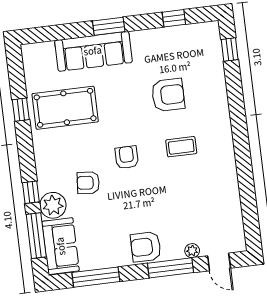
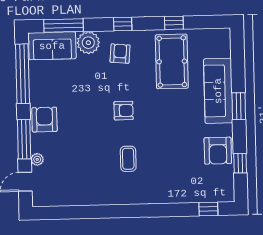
armchair: (168, 95) -> (218, 151), moved
armchair: (88, 183) -> (120, 54), moved
window: (31, 192) -> (123, 24), moved
window: (96, 277) -> (22, 74), width x1.46

